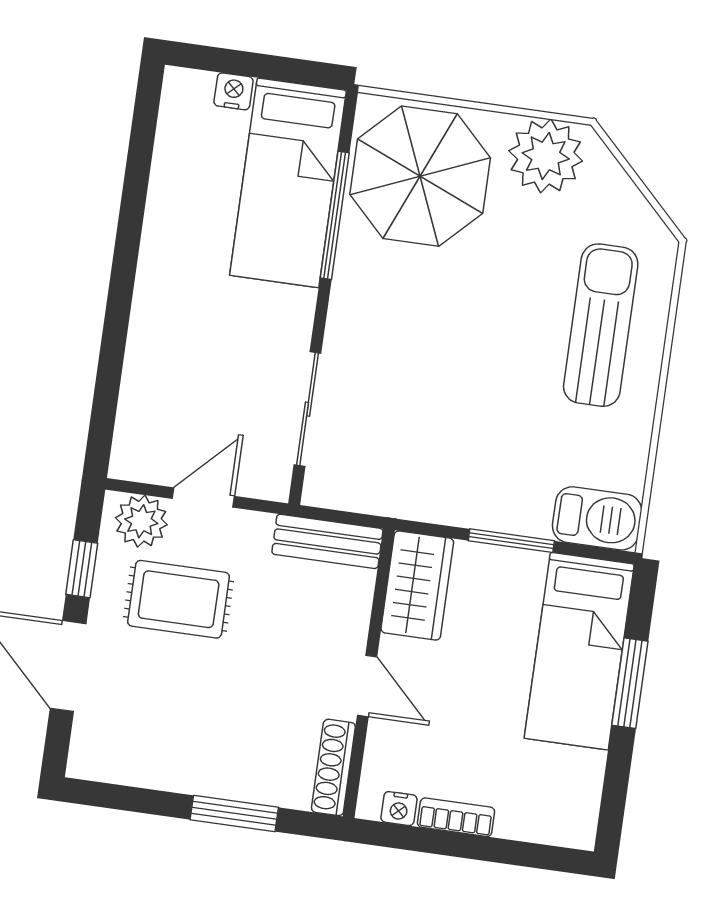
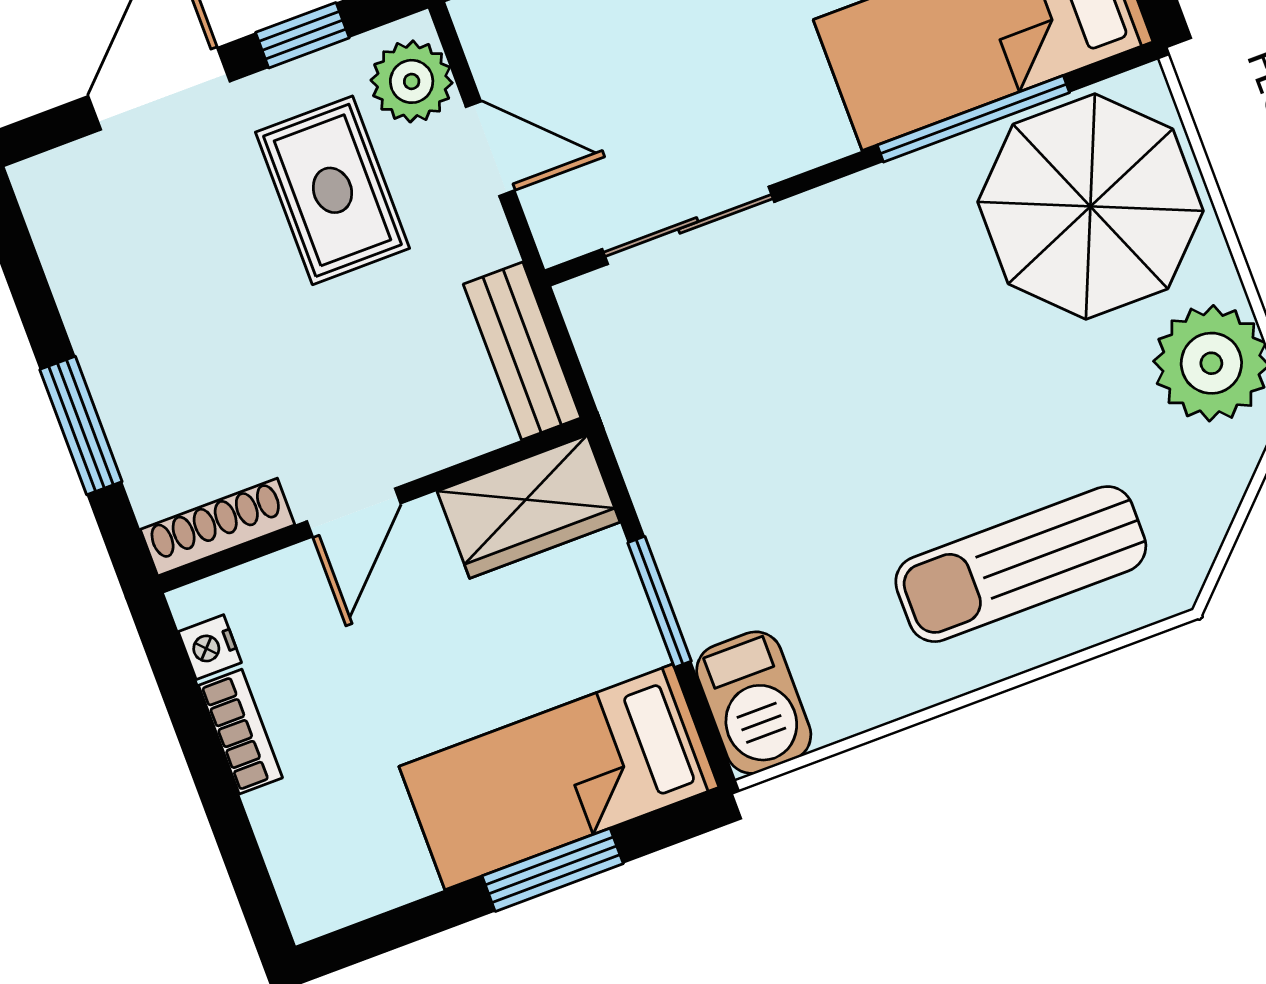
sun lounger: (601, 325) -> (1021, 564), turned 180

